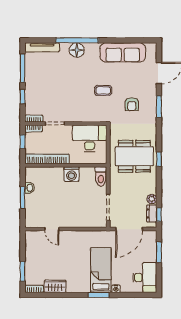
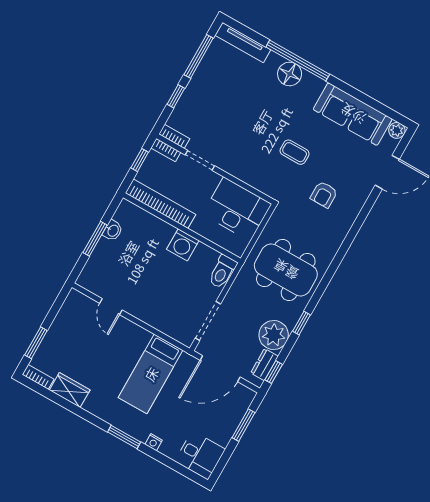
plant: (151, 48) -> (397, 130), added
window: (159, 107) -> (360, 220), removed
window: (159, 159) -> (302, 323), moved
plant: (152, 199) -> (274, 335), width x1.87, depth x1.87
bed: (101, 270) -> (151, 374), moved, turned 180
desk: (145, 277) -> (200, 455), width x0.73

